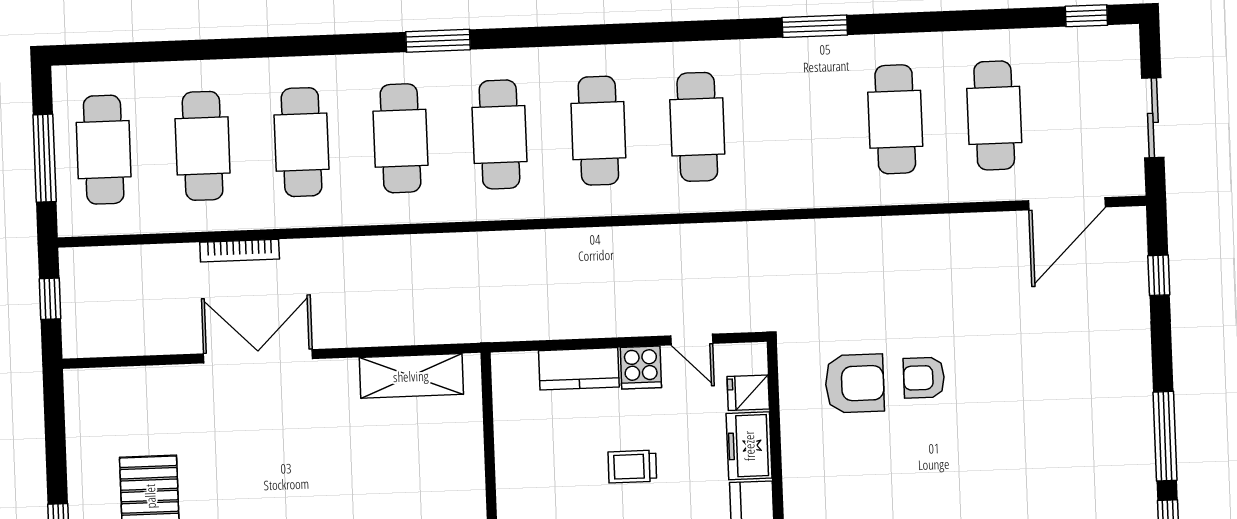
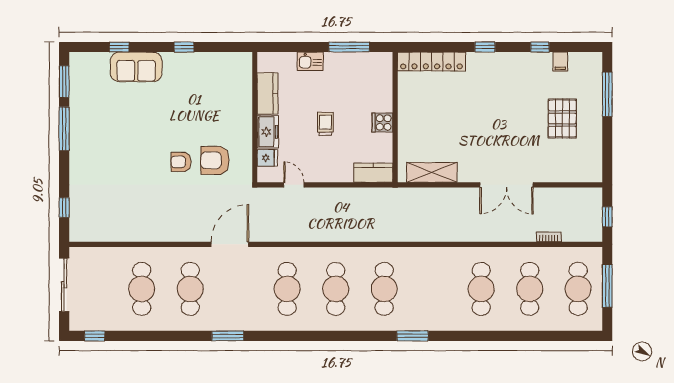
sliding door: (1153, 118) -> (64, 285), width x1.37
cafe table: (400, 138) -> (433, 289), removed
door: (1067, 204) -> (230, 244), moved
bookcase: (240, 251) -> (549, 237), moved, width x0.64
cooker: (641, 367) -> (382, 123), moved, turned -90
kitchen counter: (579, 369) -> (373, 173), moved
armchair: (924, 378) -> (181, 162), turned 180
trolley: (632, 467) -> (325, 124), turned -90

